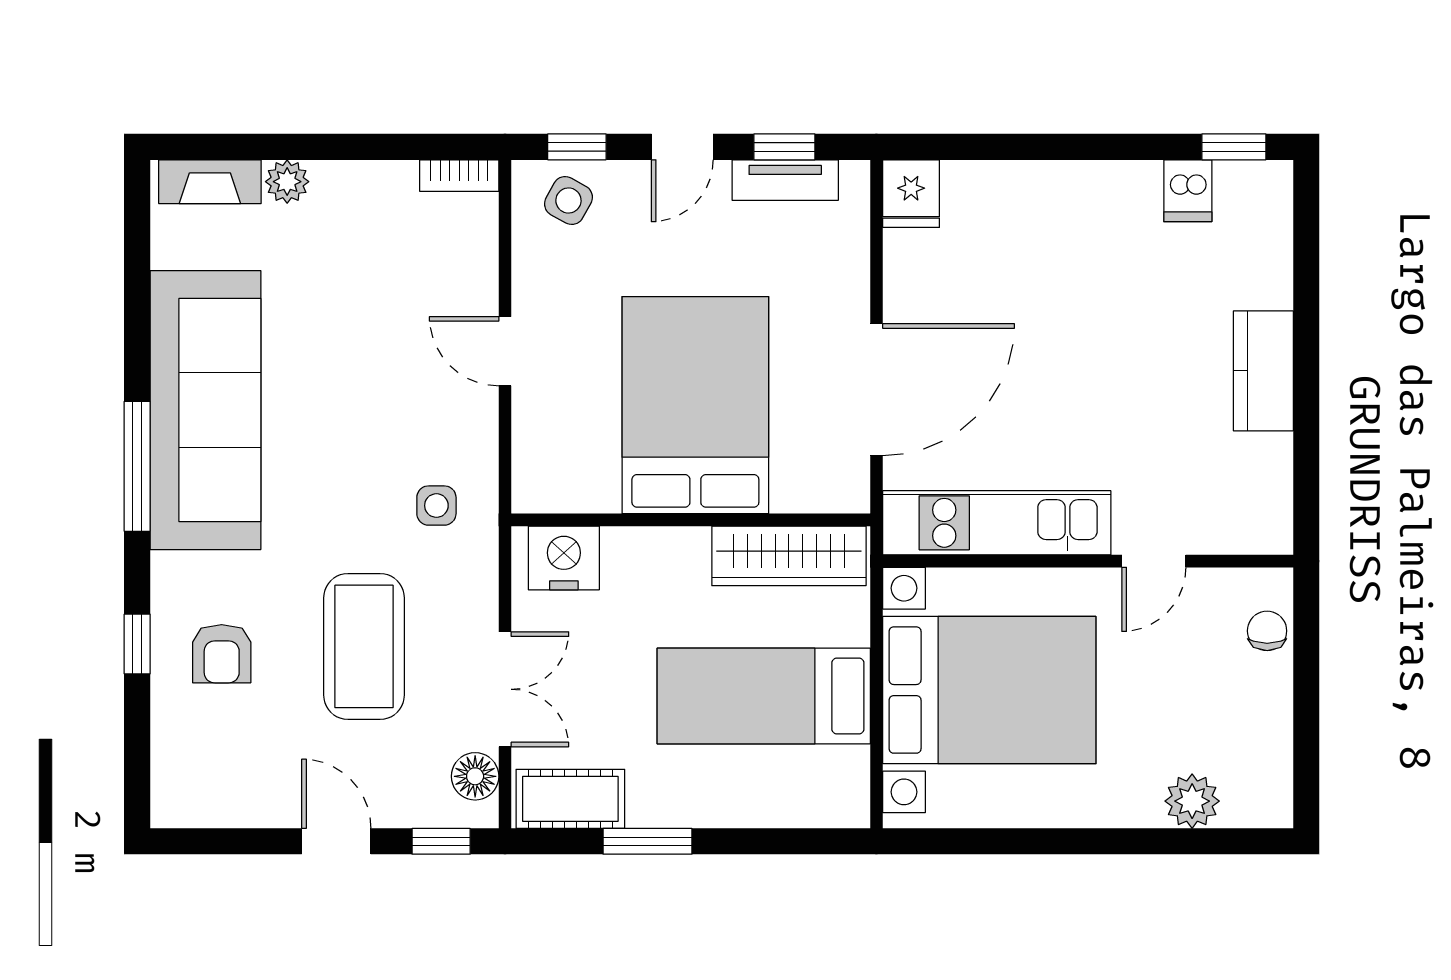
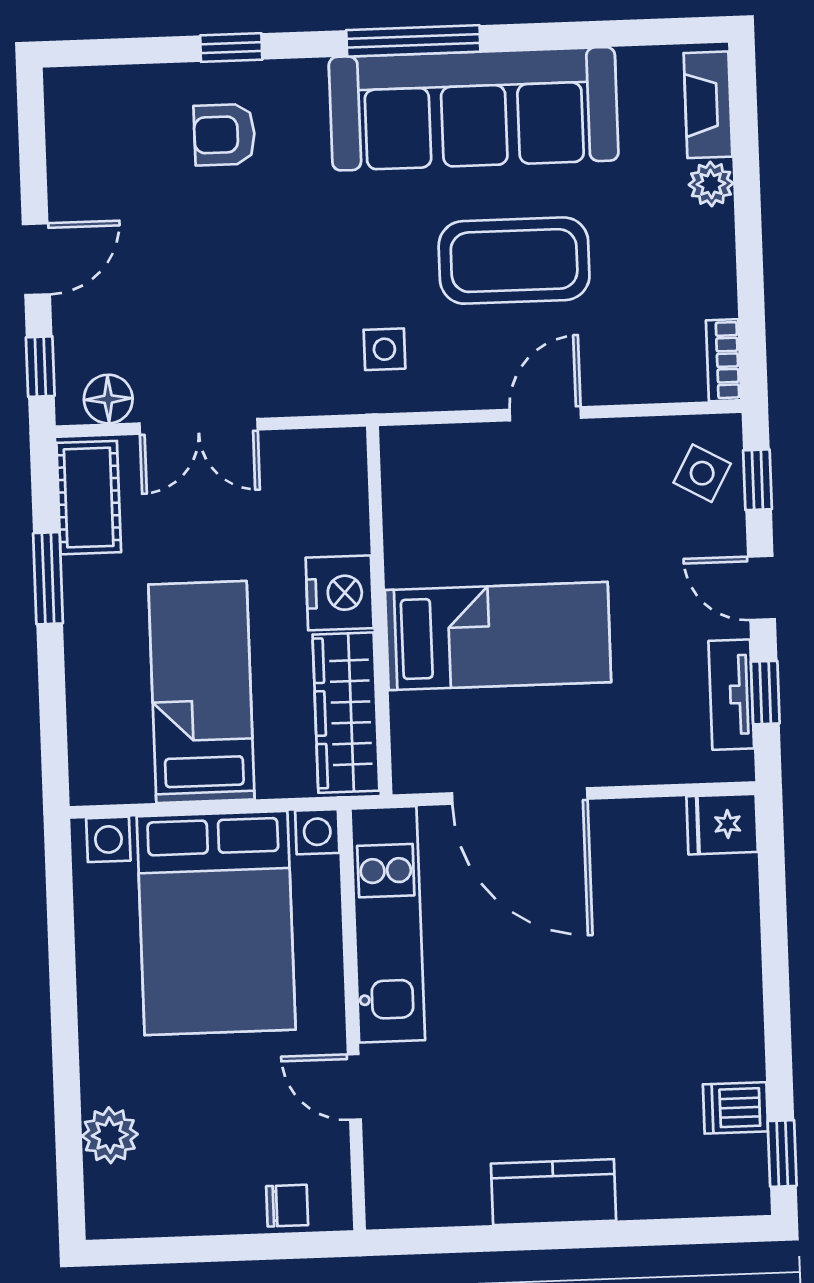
bed: (695, 405) -> (498, 636), width x0.67
nightstand: (564, 558) -> (340, 593), moved
coffee table: (364, 646) -> (514, 261), moved

